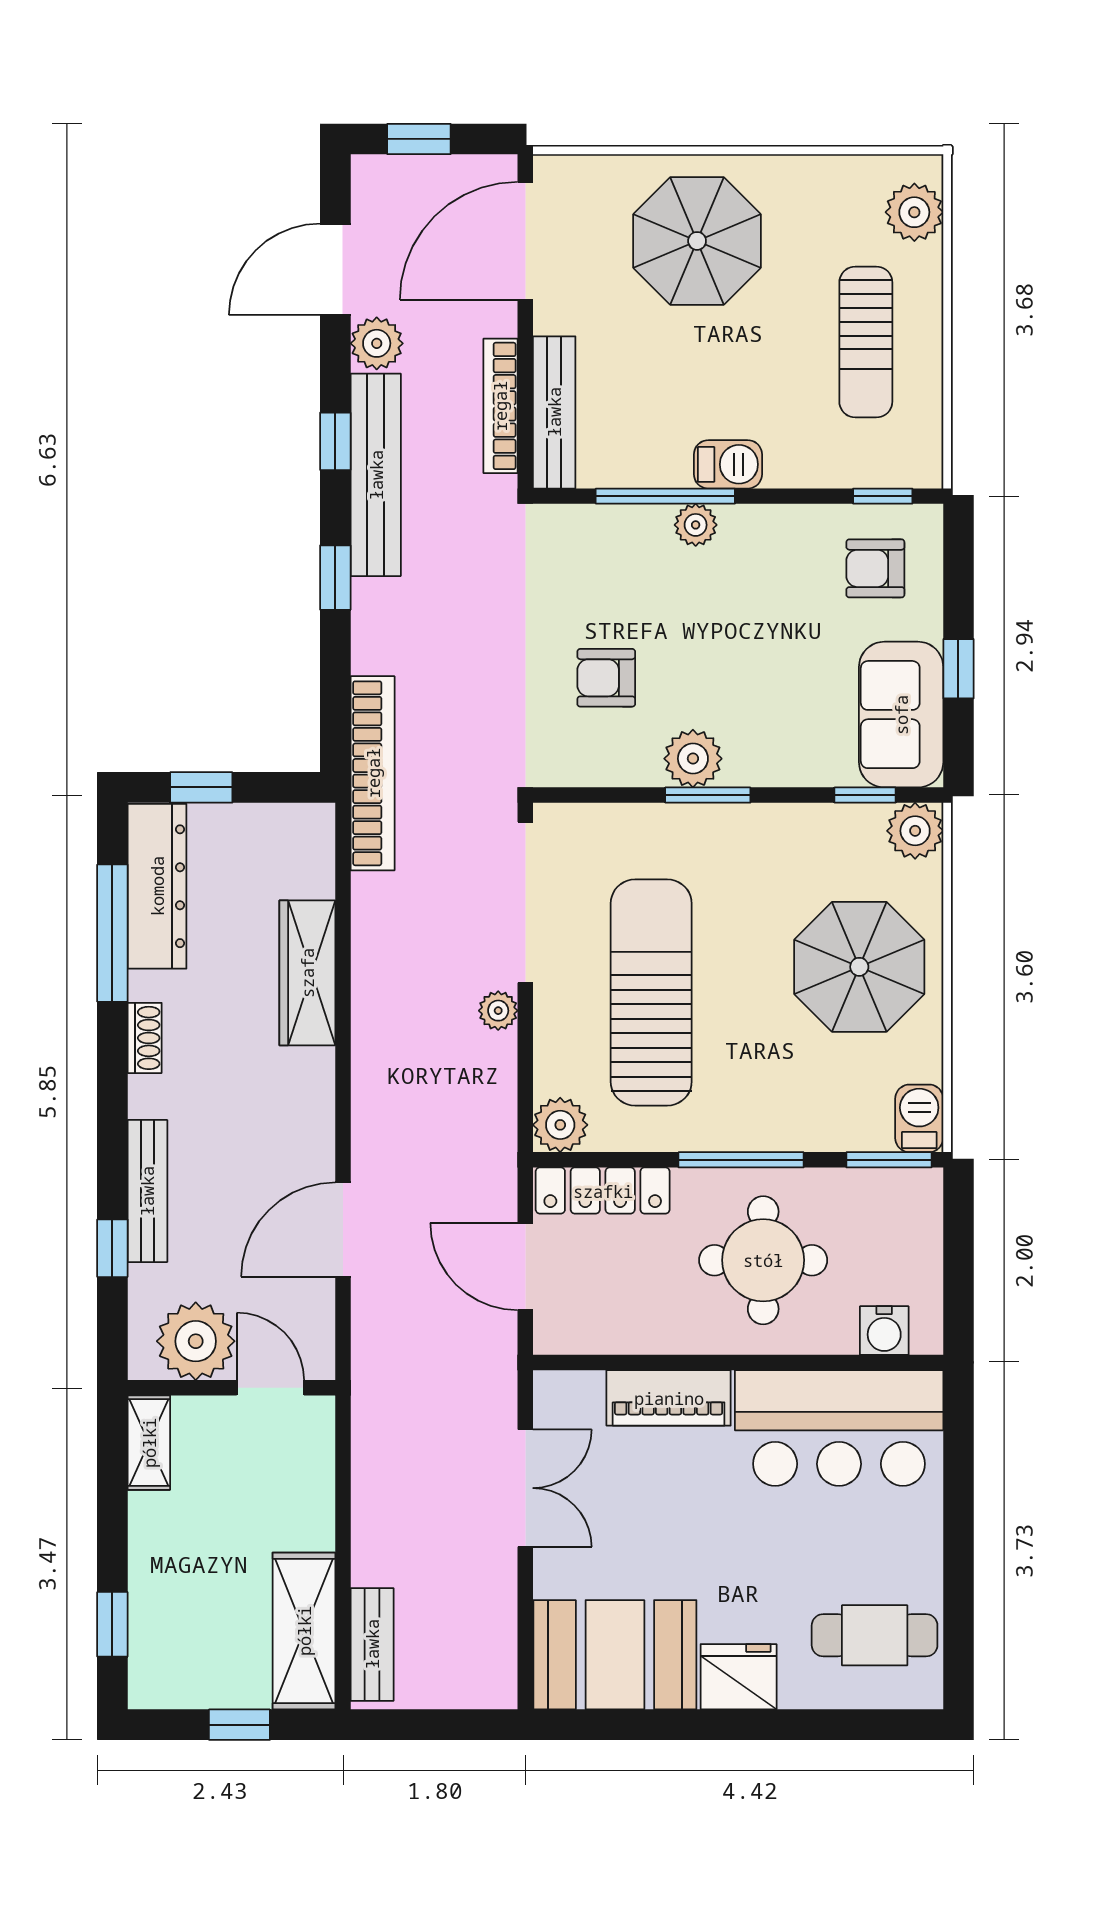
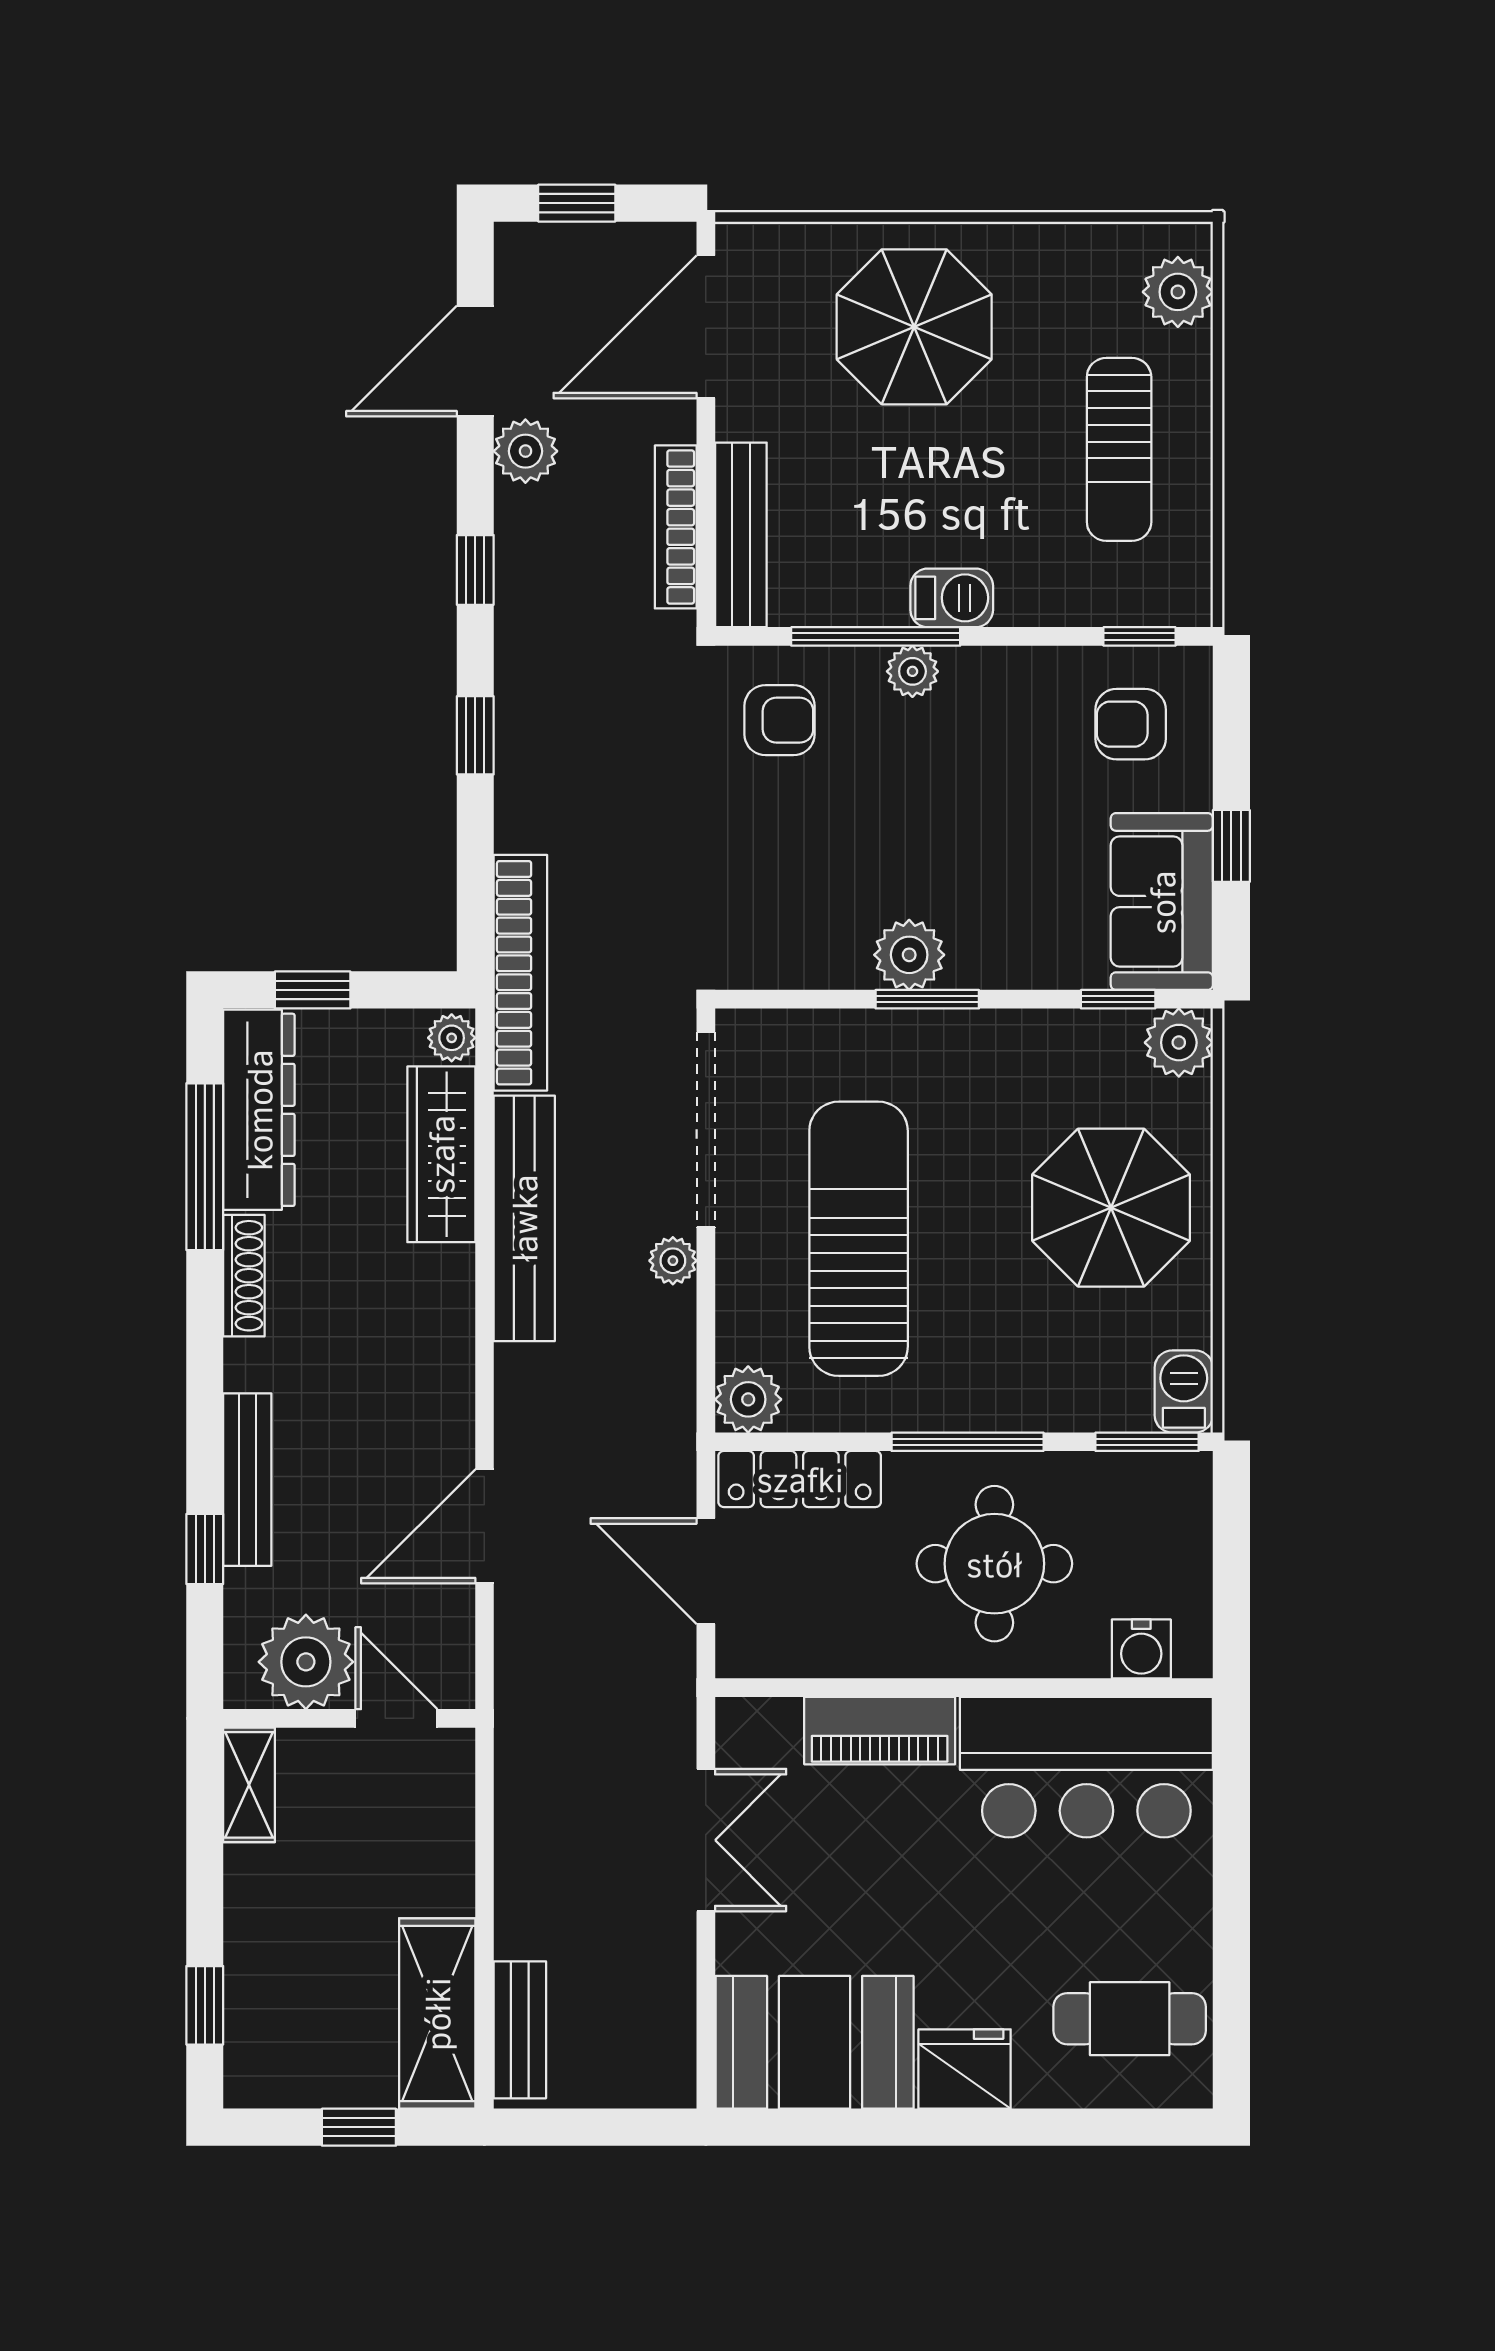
bench: (376, 475) -> (524, 1218), moved
armchair: (606, 678) -> (780, 720), moved, turned 180
plant: (316, 827) -> (452, 1038), added
wardrobe: (307, 973) -> (441, 1154), moved
shoe rack: (145, 1038) -> (244, 1276), width x1.43

